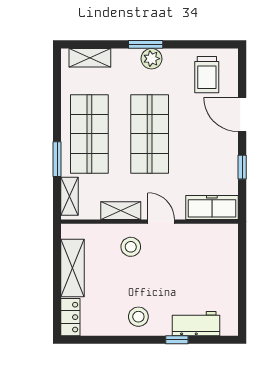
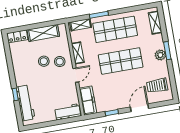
workbench: (226, 248) -> (68, 112), added
stool: (138, 317) -> (44, 61), moved
workbench: (196, 324) -> (25, 103), width x1.38

